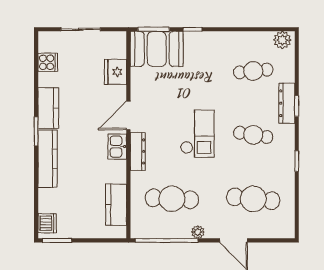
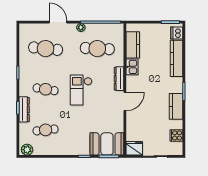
fridge: (116, 72) -> (134, 148), moved, turned -90
kitchen sink: (117, 147) -> (132, 67), moved
kitchen counter: (48, 159) -> (176, 58), moved

